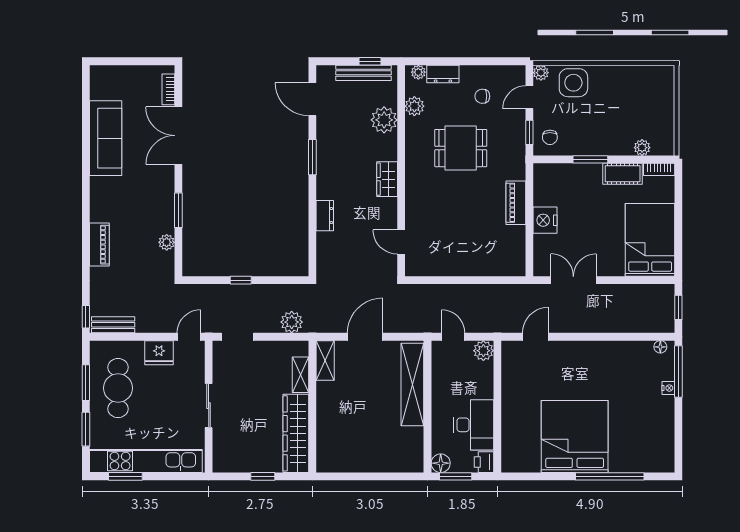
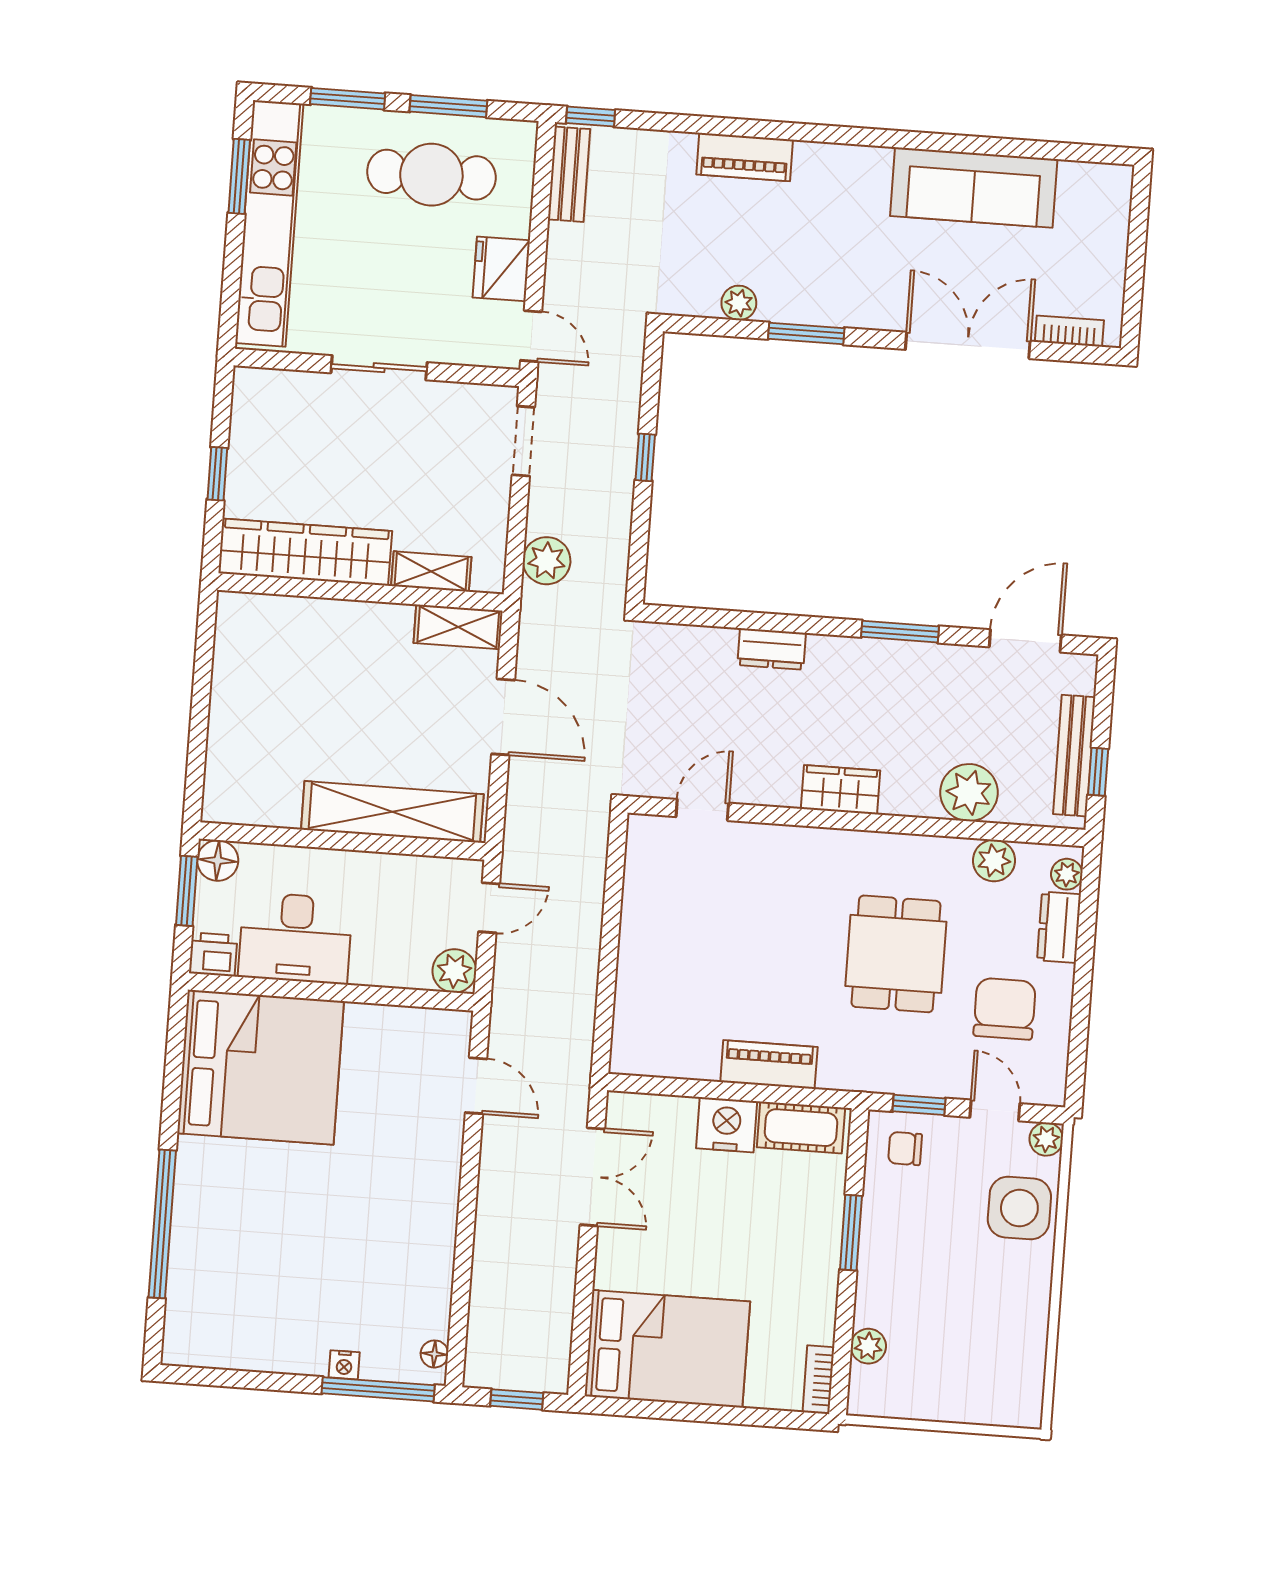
chair: (482, 96) -> (1005, 1009), width x1.87, depth x1.87
cot: (623, 174) -> (801, 1128), moved, turned 90
bed: (575, 437) -> (261, 1067), moved

